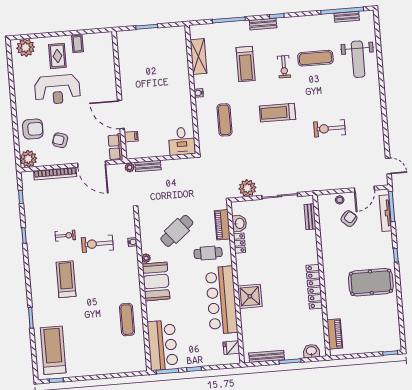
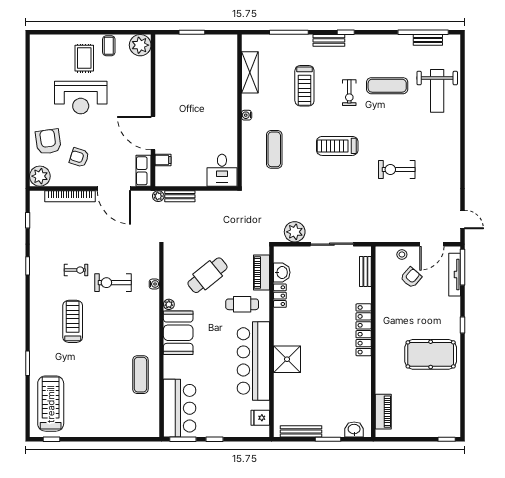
plant: (26, 48) -> (140, 45), moved
armchair: (33, 129) -> (48, 142), turned -98
locker: (314, 287) -> (364, 330), moved

